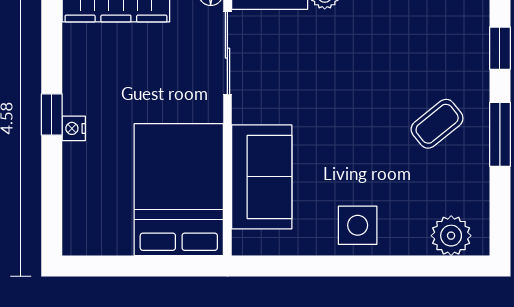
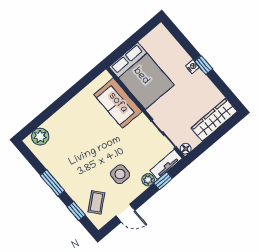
coffee table: (437, 124) -> (96, 202), moved
side table: (358, 225) -> (120, 174), moved

